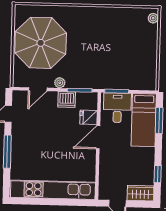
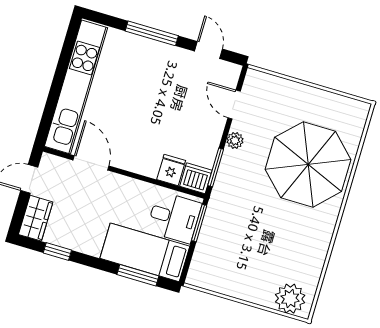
plant: (153, 18) -> (290, 299), width x1.88, depth x1.88
parasol: (41, 43) -> (308, 164), moved
dishwasher: (67, 99) -> (196, 178), moved, turned 90
door: (98, 137) -> (91, 163), moved

